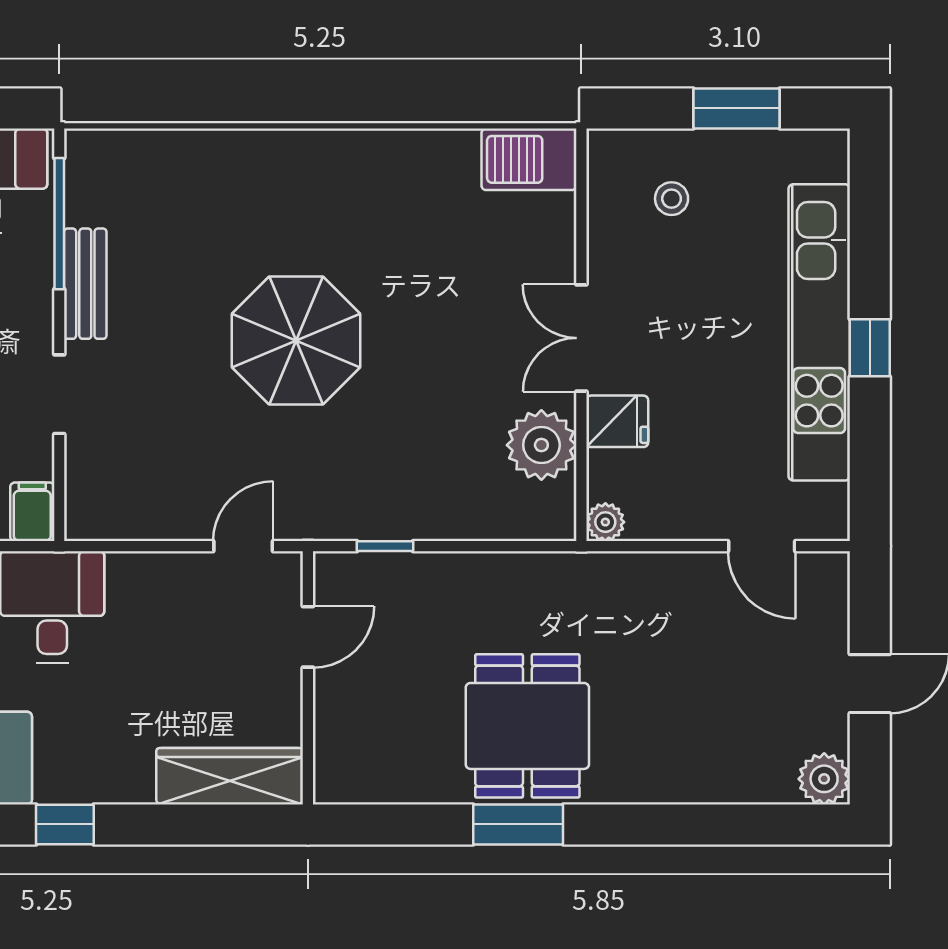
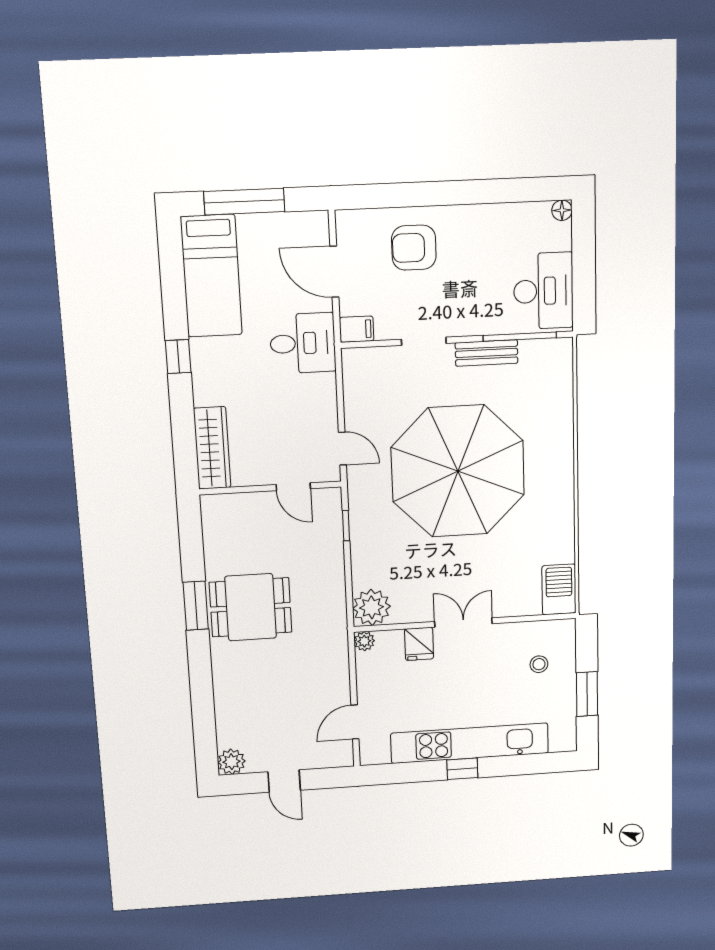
parasol: (296, 340) -> (458, 471), width x1.86, depth x1.86
plant: (541, 445) -> (372, 607), moved

